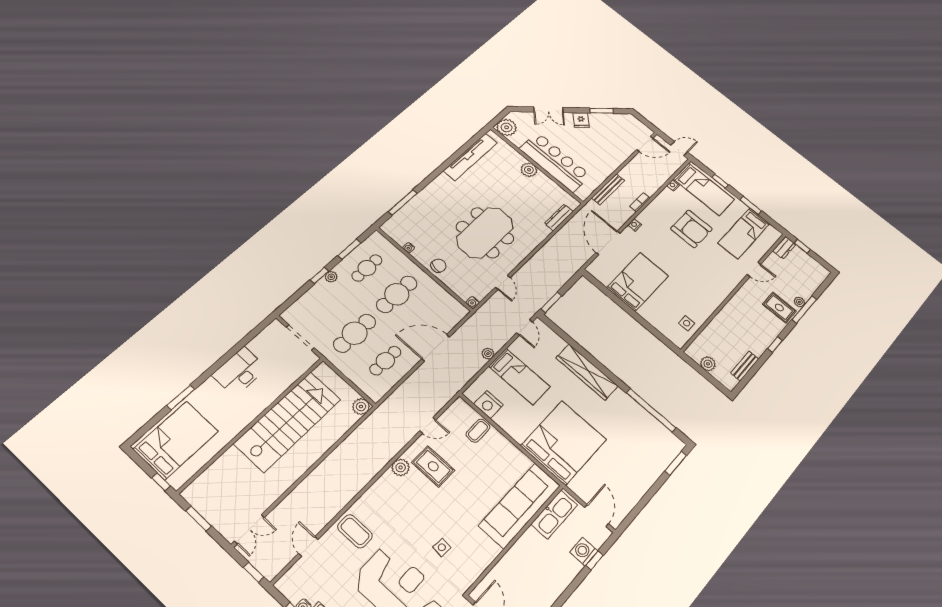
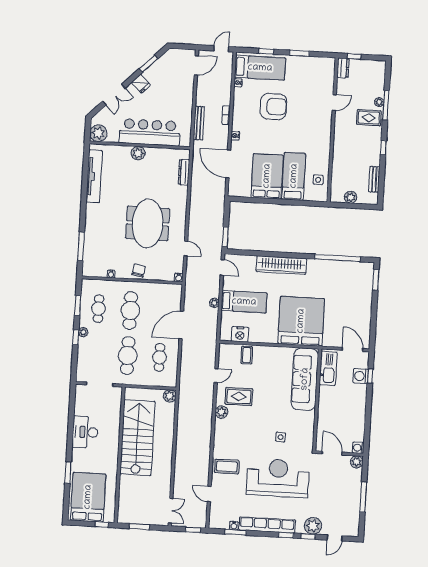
bed: (744, 233) -> (294, 176), moved, turned 180

